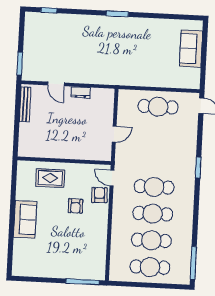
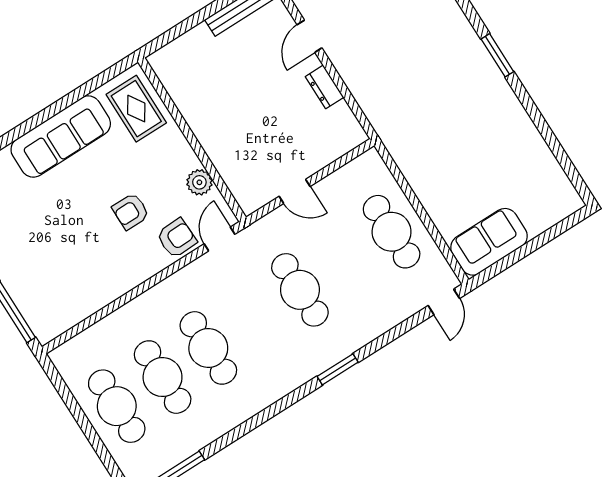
sofa: (191, 49) -> (489, 242), moved
plant: (83, 170) -> (199, 182), added
rug: (50, 178) -> (136, 109), moved
cafe table: (154, 187) -> (300, 290), moved
sofa: (25, 219) -> (61, 137), width x1.36

